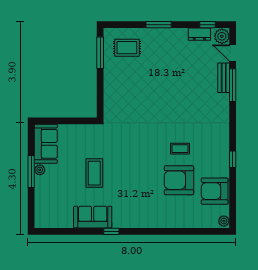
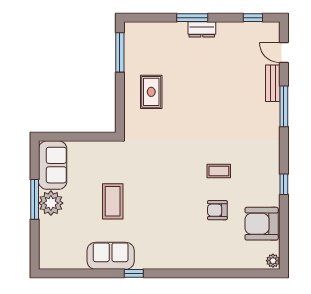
dresser: (199, 34) -> (202, 29), moved
plant: (222, 36) -> (270, 32), removed
rug: (127, 48) -> (151, 92), moved, turned 90
window: (233, 85) -> (284, 106), moved
plant: (40, 170) -> (51, 203), width x1.87, depth x1.87
armchair: (179, 180) -> (217, 210), width x0.53, depth x0.53

